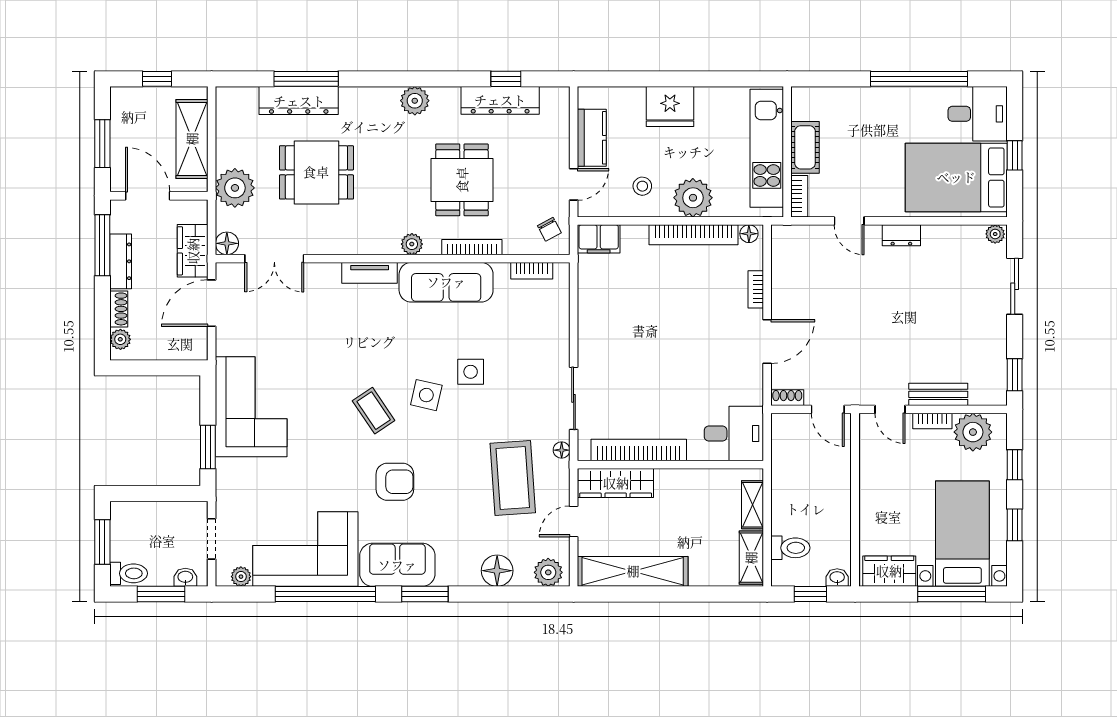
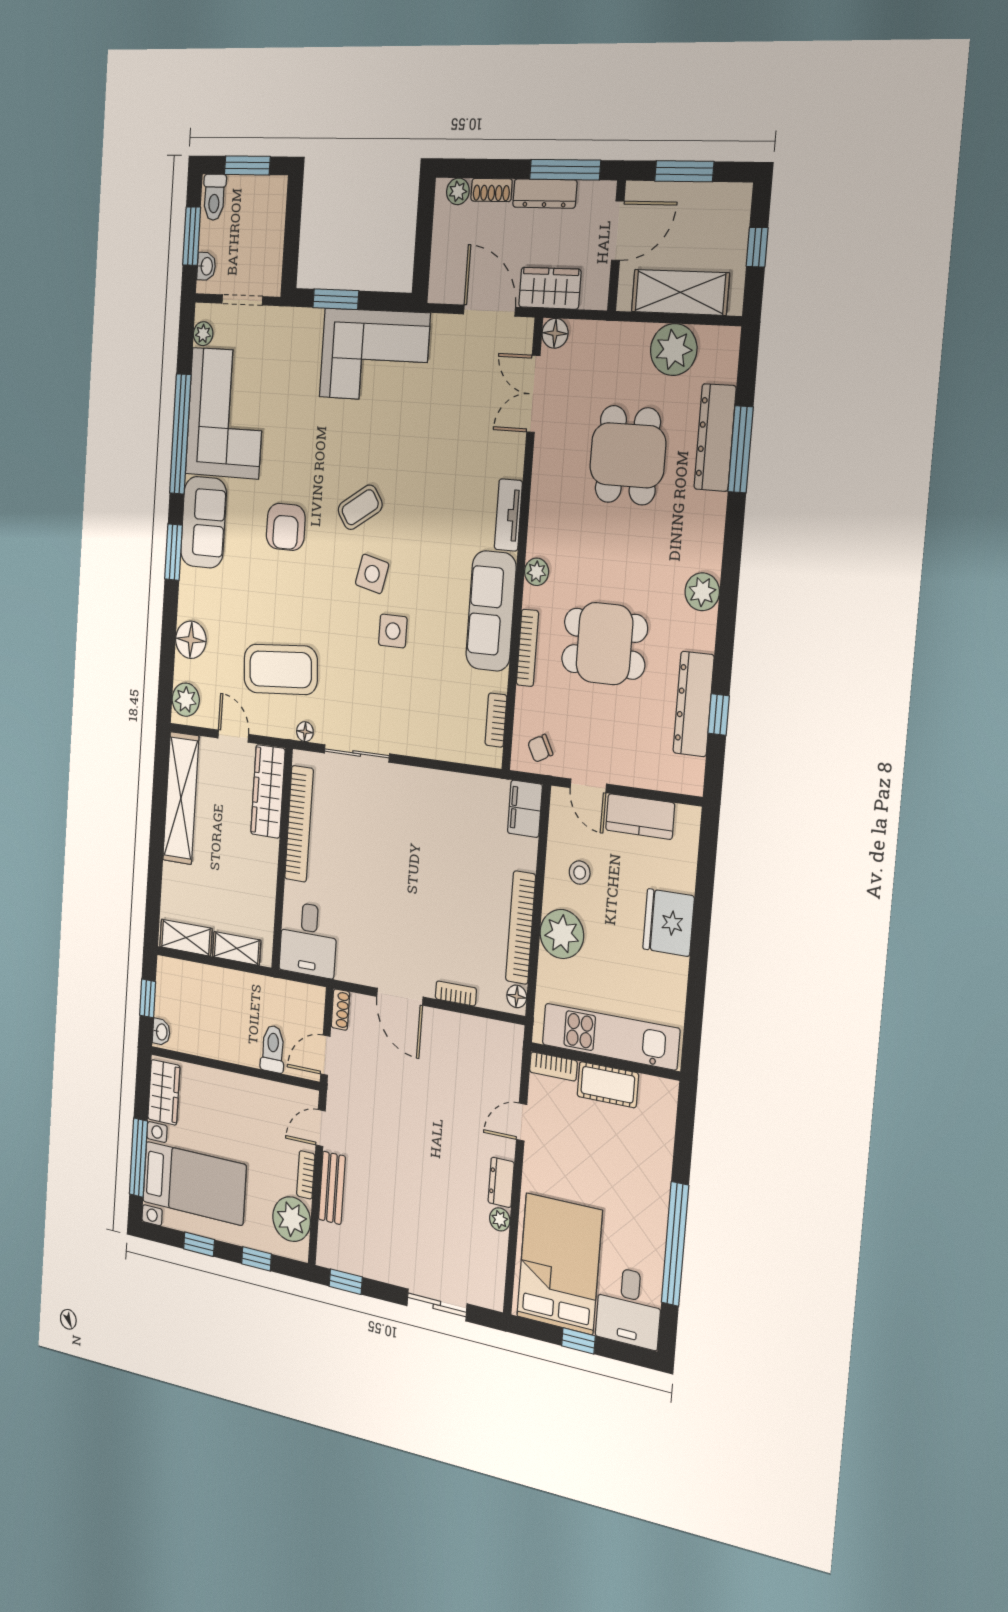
plant: (235, 188) -> (674, 350), moved
plant: (995, 234) -> (500, 1219), moved
toilet: (790, 548) -> (273, 1049), moved, turned 180

